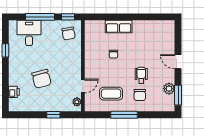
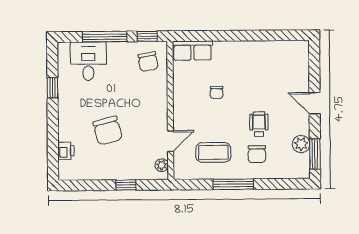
row of seats: (119, 26) -> (192, 51), moved

